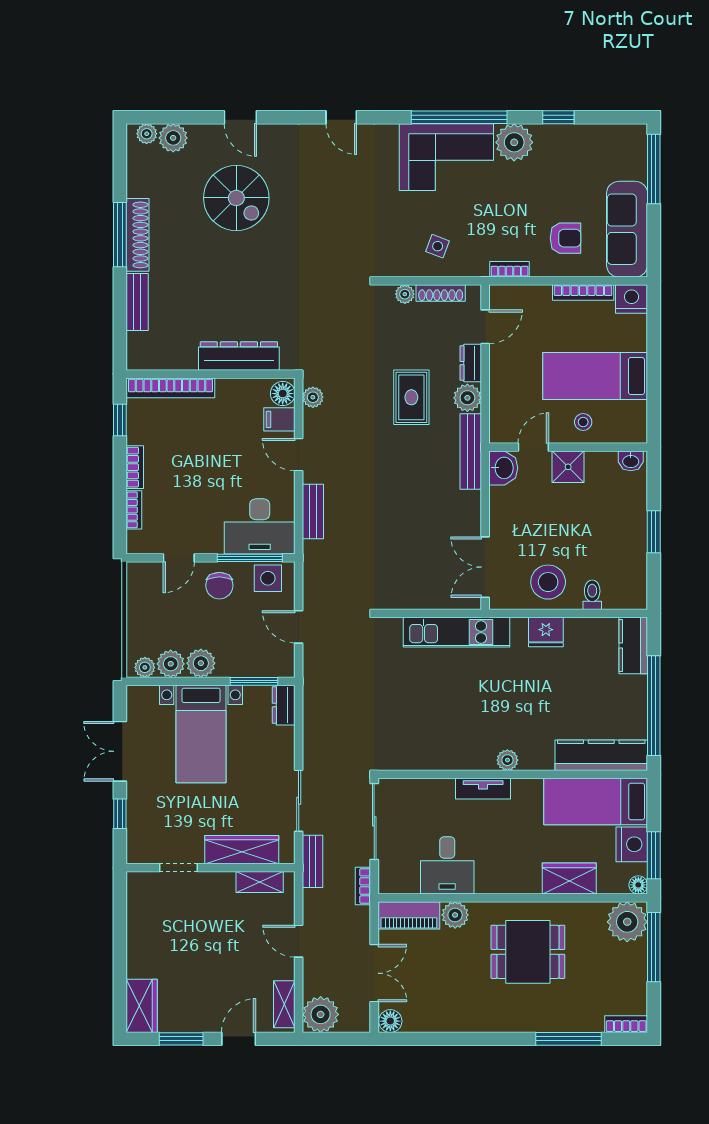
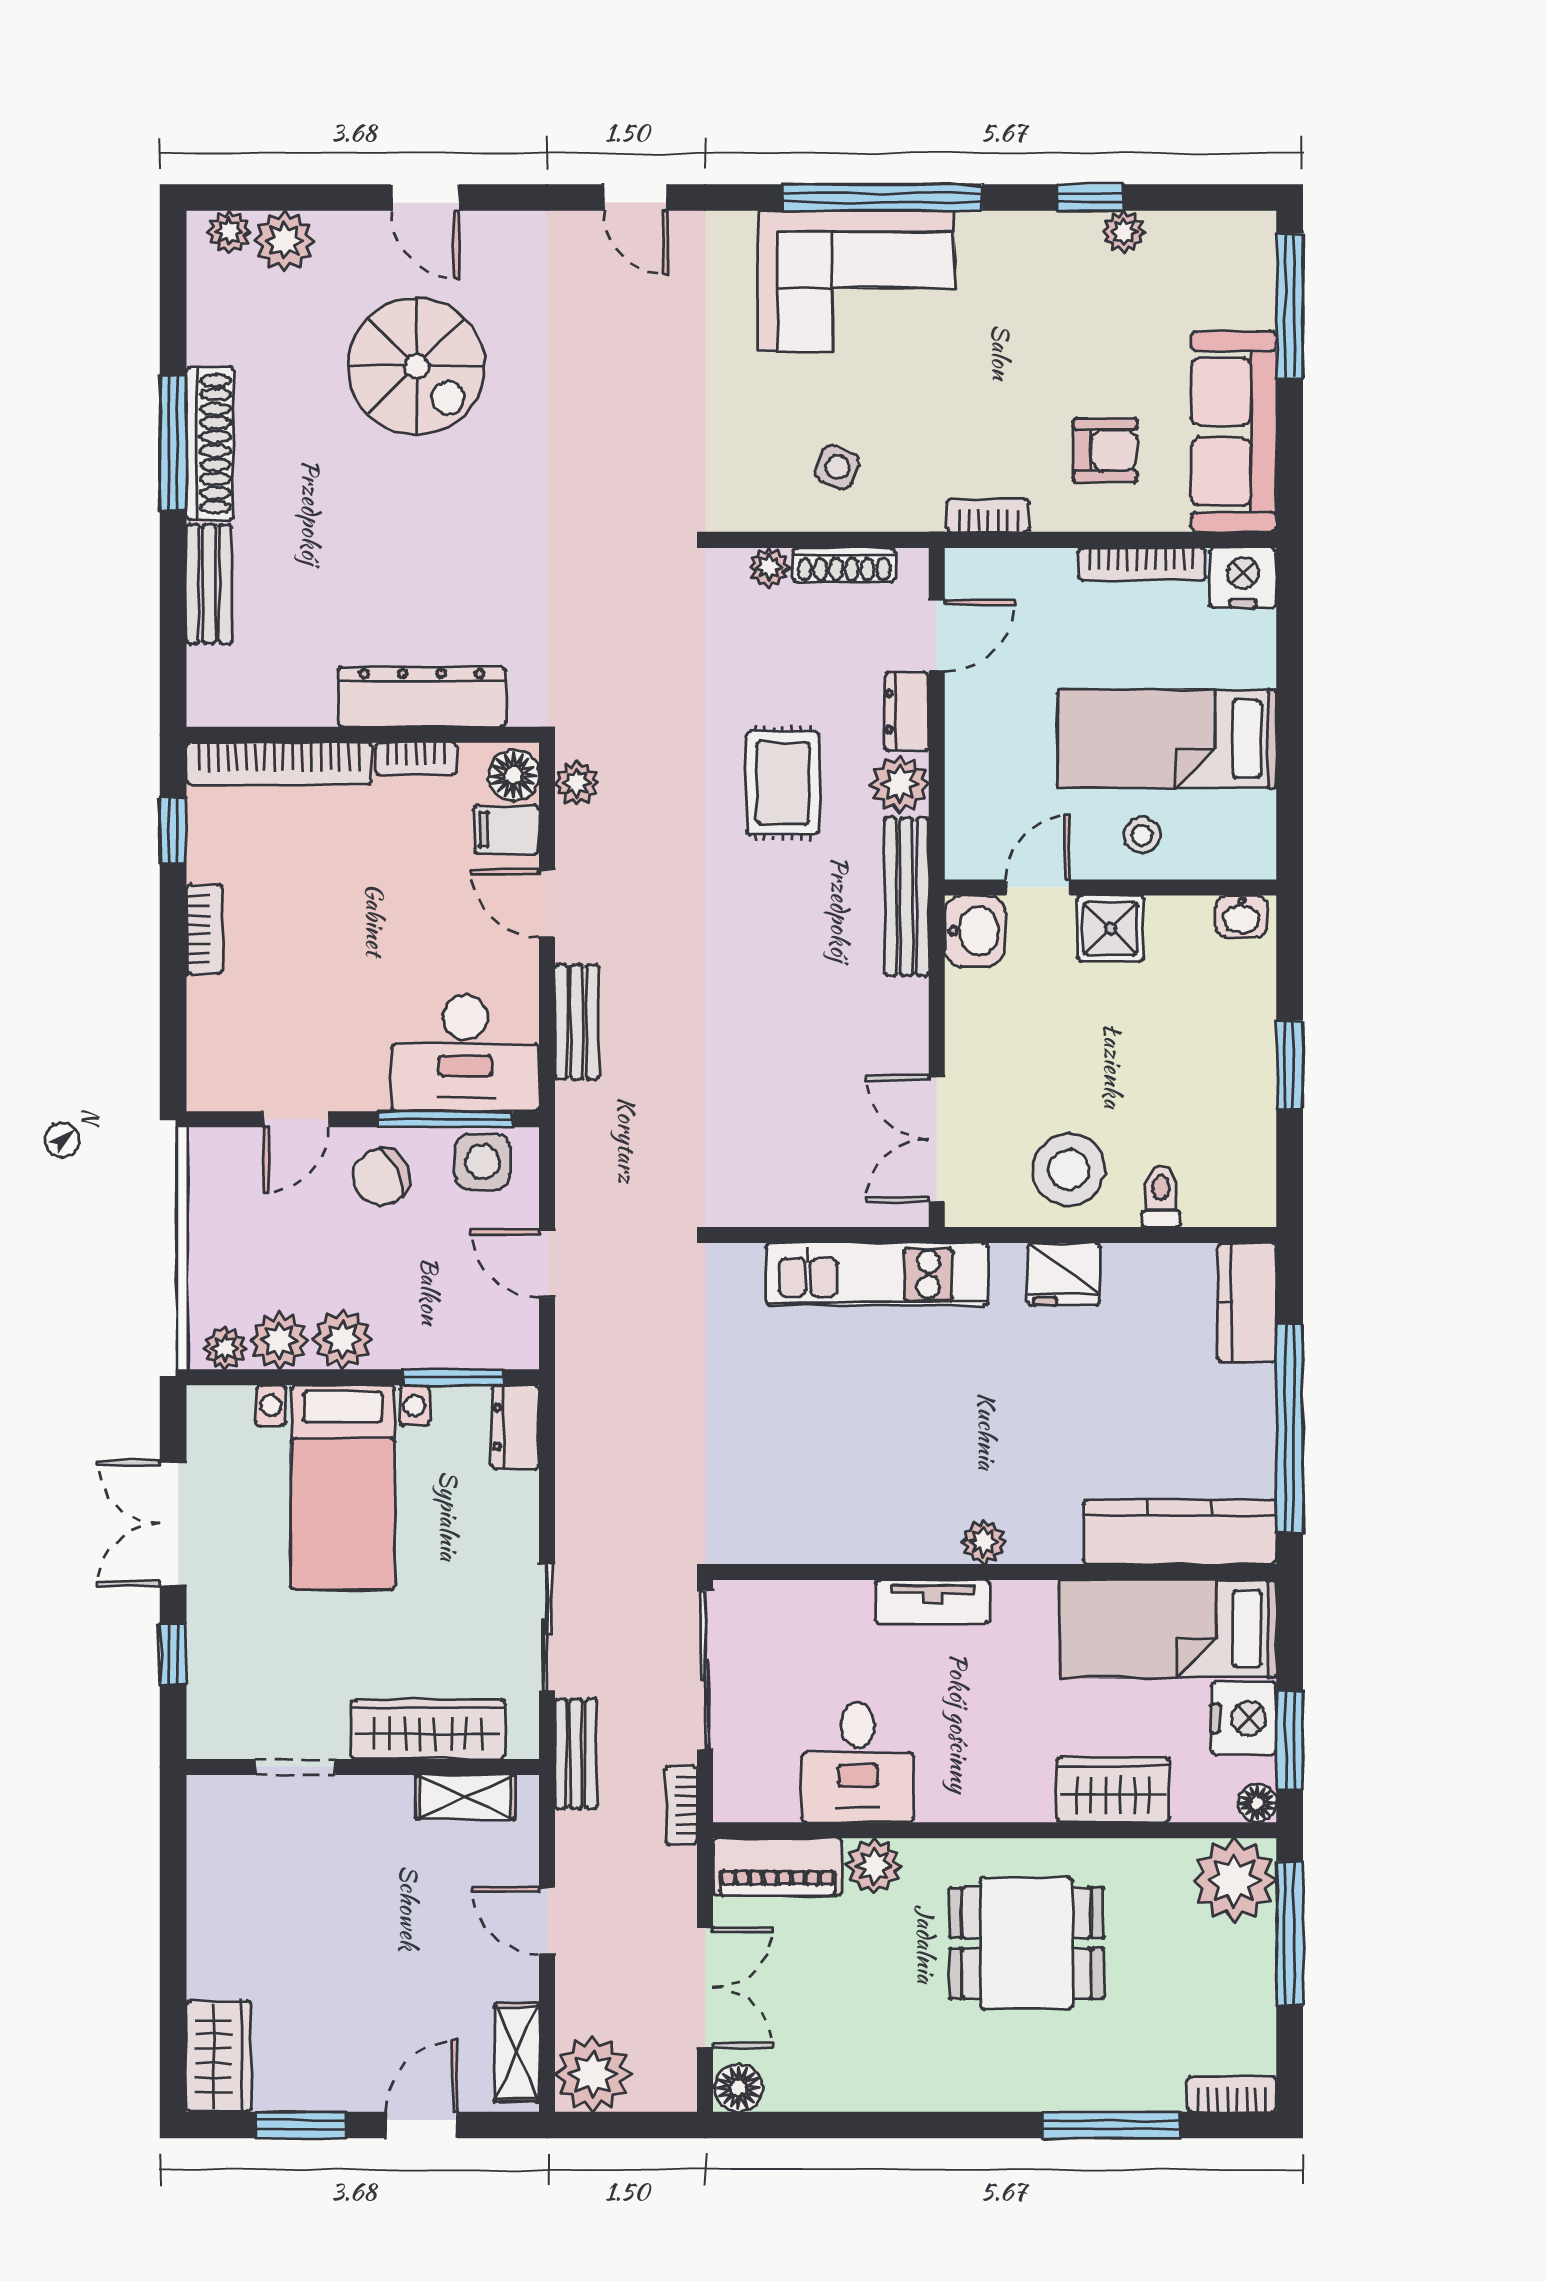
plant: (514, 142) -> (1124, 232), moved, width x0.53, depth x0.53
bookcase: (134, 510) -> (416, 759), moved, turned 90
chair: (219, 586) -> (381, 1177), turned 65

